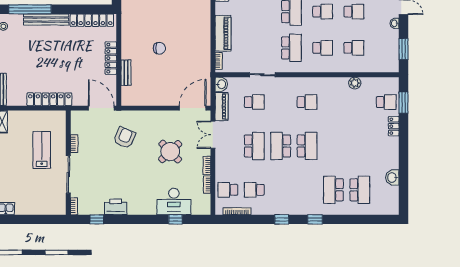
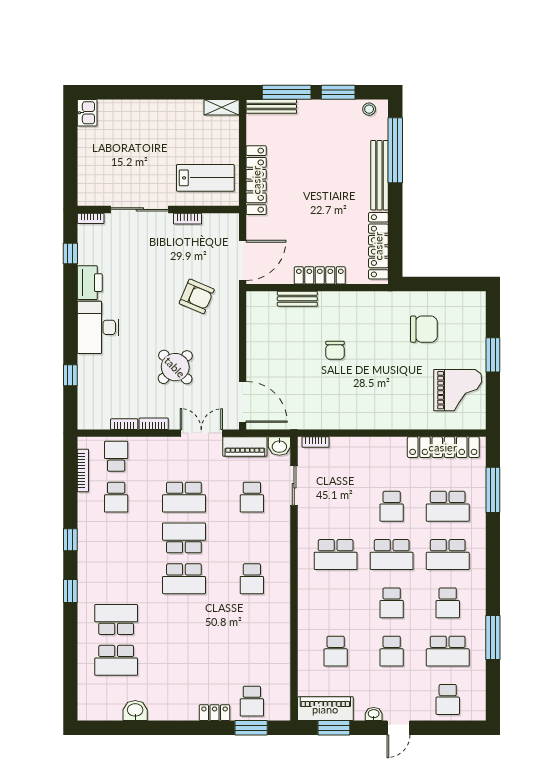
piano: (223, 33) -> (325, 709), moved, turned 180
school desk: (323, 48) -> (392, 506), moved
sliding door: (262, 75) -> (294, 486), moved
plant: (355, 83) -> (281, 652), removed
lab bench: (42, 150) -> (205, 178), moved
school desk: (254, 190) -> (116, 497), turned 180
desk: (174, 201) -> (98, 327), moved

